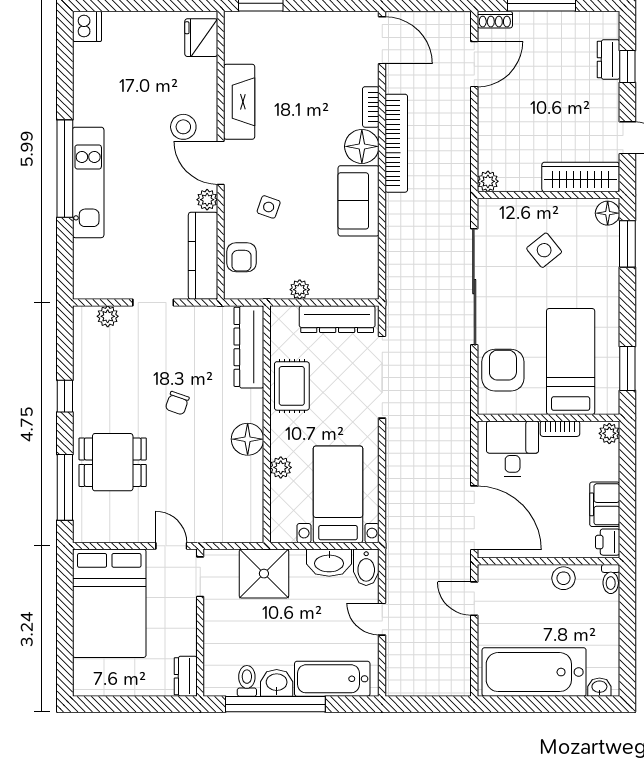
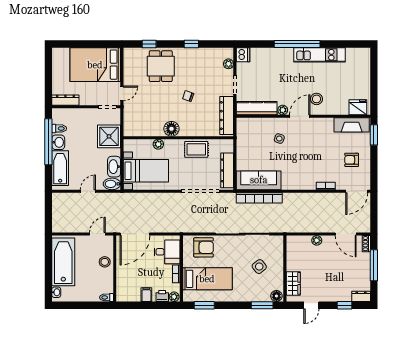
dishwasher: (87, 26) -> (243, 55), moved, turned -90
dresser: (608, 59) -> (361, 296), moved
fireplace: (239, 102) -> (352, 125), moved
bookcase: (396, 143) -> (259, 198), moved
floor lamp: (362, 146) -> (307, 182), removed
wardrobe: (581, 177) -> (293, 283), width x0.67
plant: (488, 181) -> (317, 240), moved
kitchen unit: (88, 182) -> (319, 55), moved
sofa: (359, 201) -> (259, 180), moved, width x1.36
armchair: (242, 257) -> (352, 160), moved
plant: (300, 290) -> (241, 153), removed
dresser: (249, 347) -> (227, 116), moved, turned -90
window: (65, 487) -> (149, 44), width x0.46
filing cabinet: (605, 504) -> (146, 295), width x0.50
printer: (608, 542) -> (162, 296), moved
stool: (564, 578) -> (105, 262), moved
dresser: (186, 676) -> (65, 100), width x1.44

